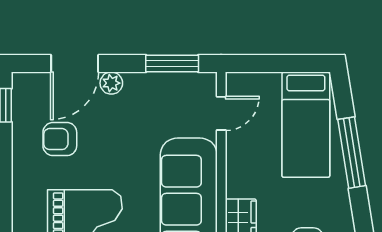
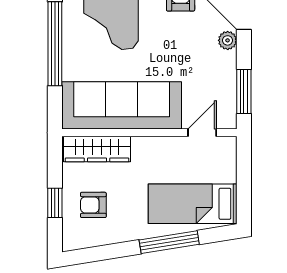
door: (221, 113) -> (202, 133), swing flipped

